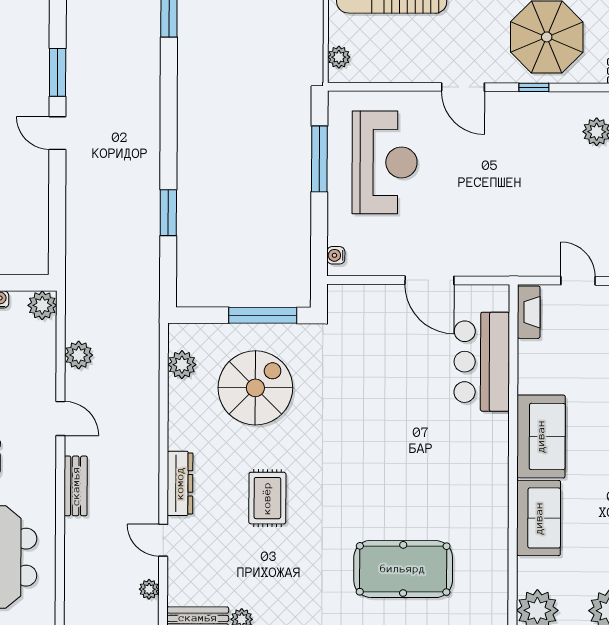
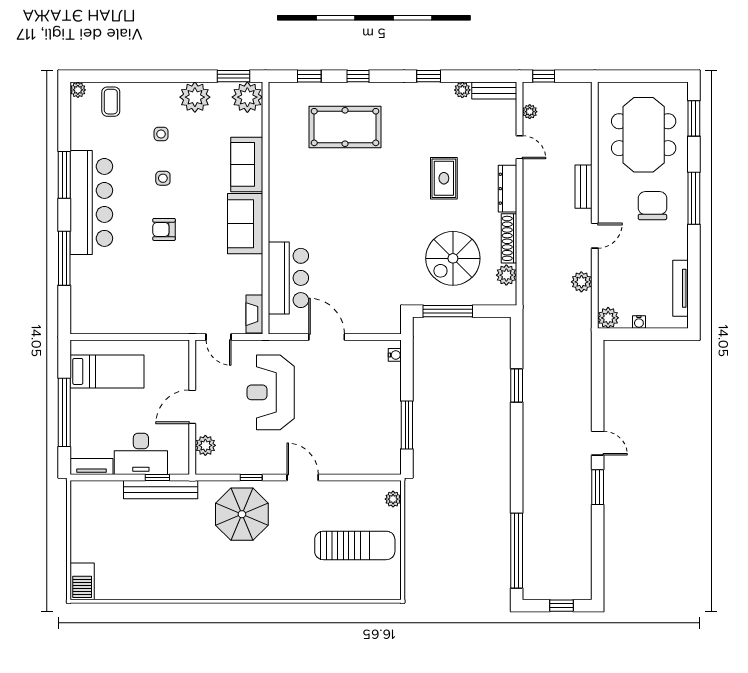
reception desk: (385, 162) -> (271, 392), moved
shoe rack: (178, 415) -> (509, 238), added
door: (60, 418) -> (595, 236), swing flipped

